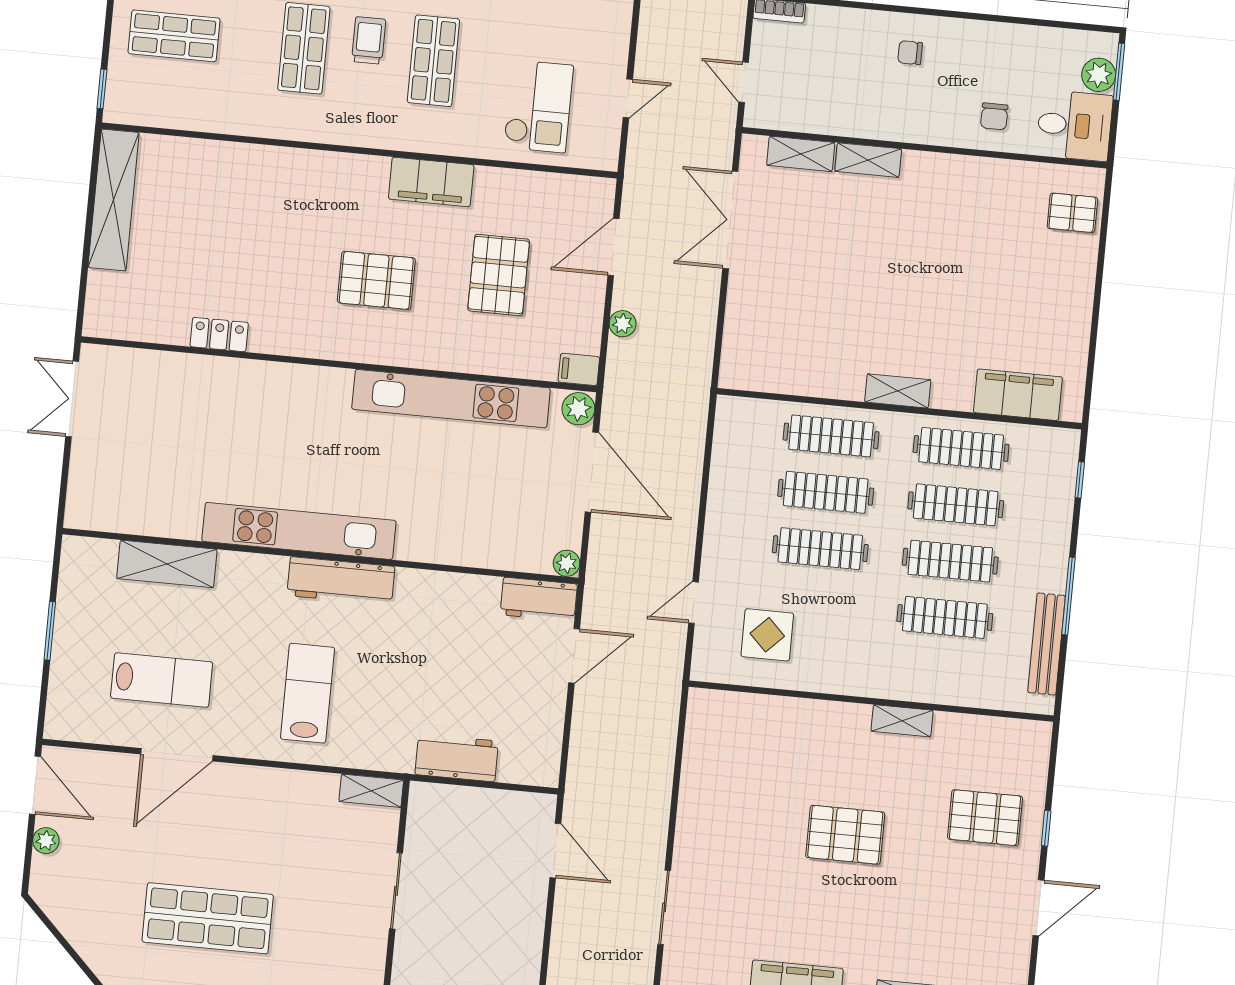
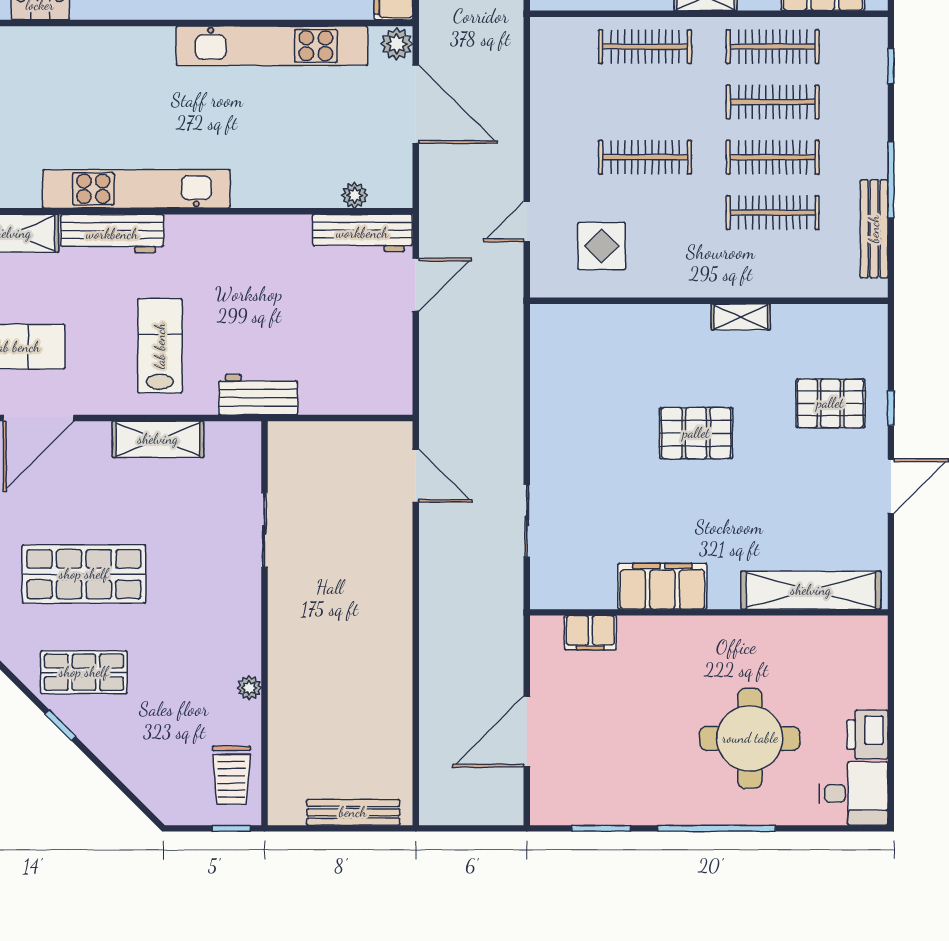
clothes rail: (826, 492) -> (645, 102), removed
plant: (567, 563) -> (355, 195), moved
workbench: (341, 581) -> (112, 234), moved
workbench: (539, 599) -> (362, 233), width x1.38
workbench: (457, 758) -> (258, 395), moved
shelving: (371, 791) -> (158, 439), moved, width x1.50, depth x1.33

